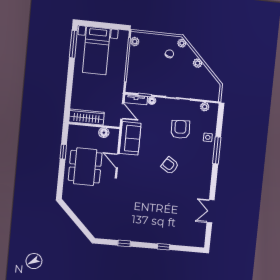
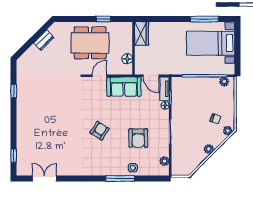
window: (73, 44) -> (204, 19), moved
door: (122, 111) -> (151, 76), hinge flipped
wardrobe: (87, 117) -> (142, 34), width x0.67
armchair: (180, 129) -> (138, 138), turned 93
dresser: (78, 211) -> (44, 40), added
double door: (211, 211) -> (44, 179), moved
window: (163, 247) -> (14, 156), moved

